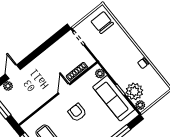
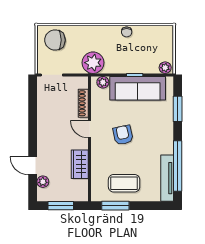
plant: (134, 91) -> (93, 63), moved
wardrobe: (37, 100) -> (80, 164), added
armchair: (77, 112) -> (123, 135), turned 78

